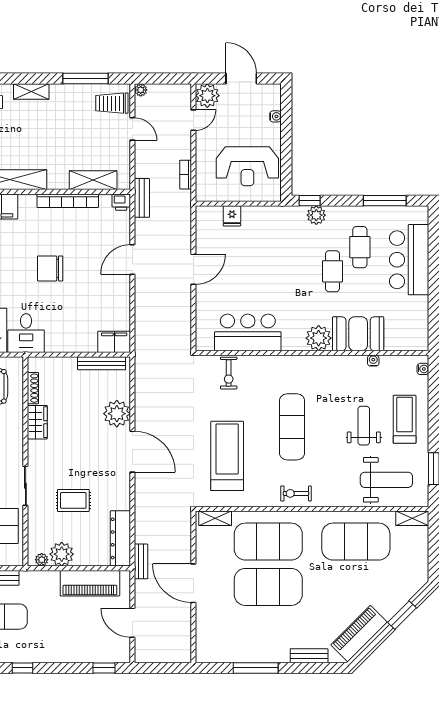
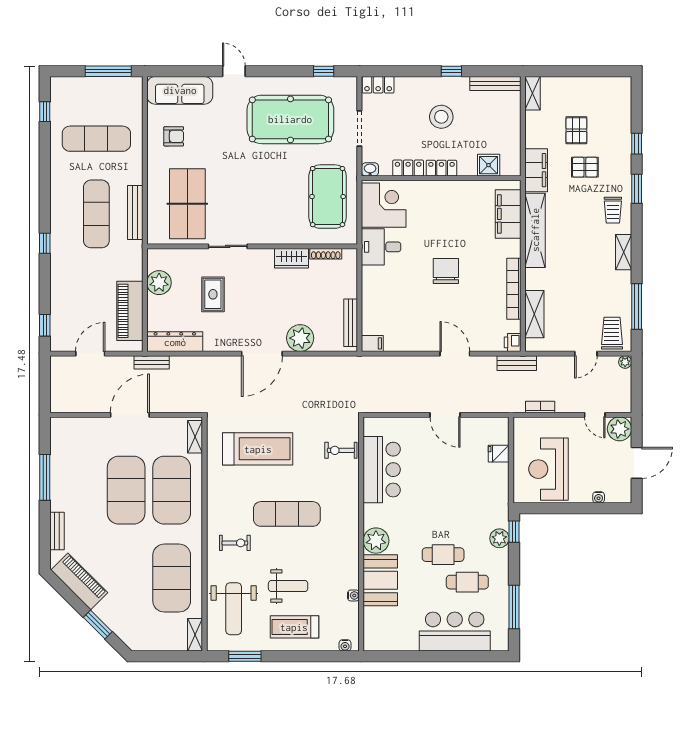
filing cabinet: (114, 342) -> (372, 343), width x0.50
treadmill: (405, 419) -> (294, 627), turned 180
exercise bike: (296, 493) -> (235, 543), moved, turned 90
plant: (42, 560) -> (153, 263), removed

